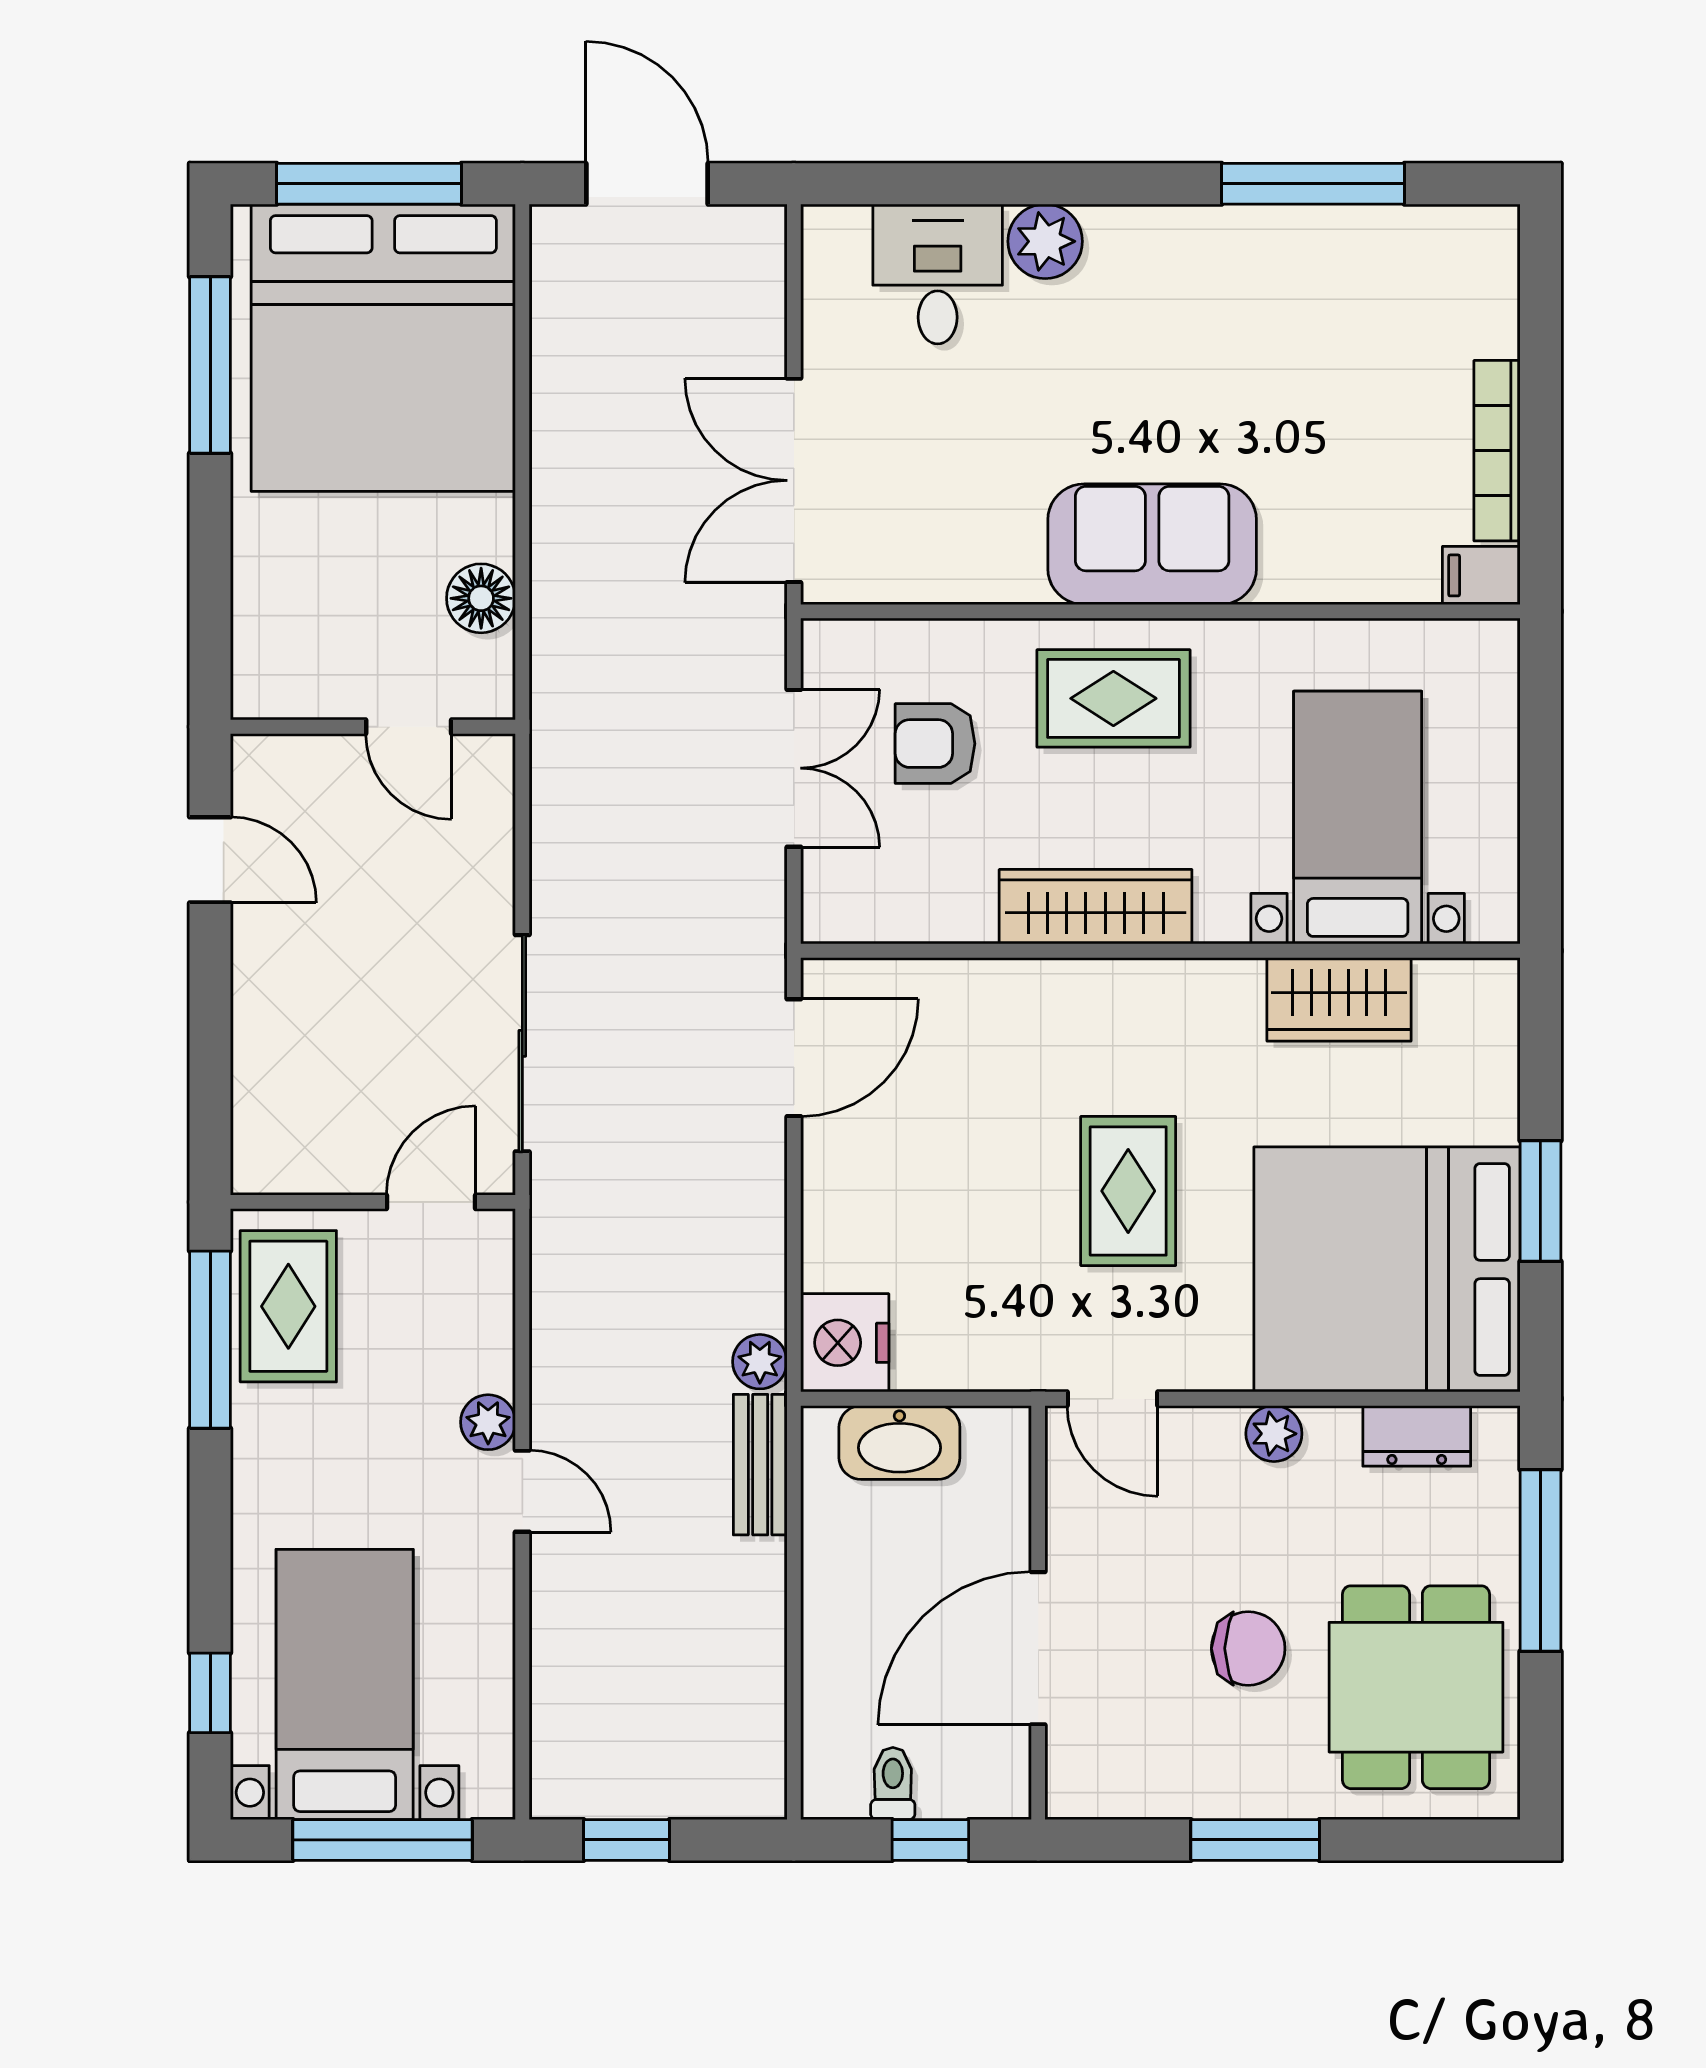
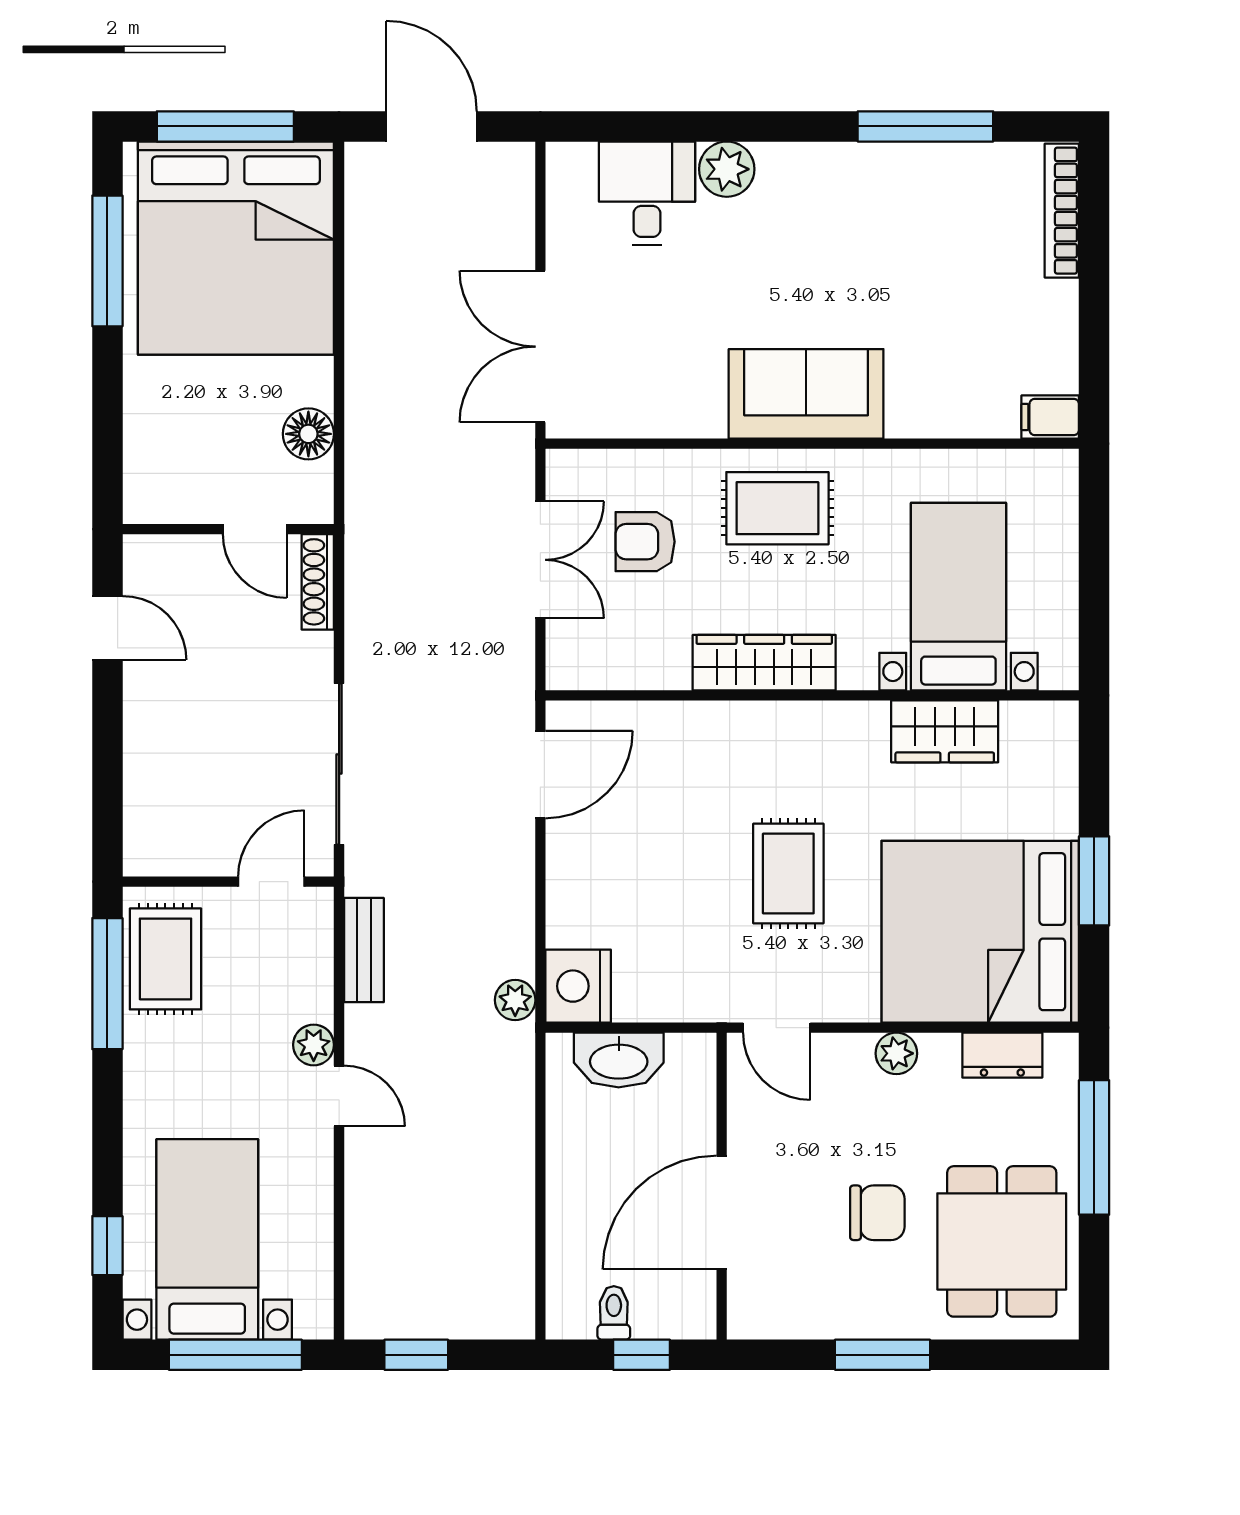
bookcase: (1497, 451) -> (1062, 211), moved
shoe rack: (494, 798) -> (318, 582), added
bench: (760, 1465) -> (364, 950), moved

